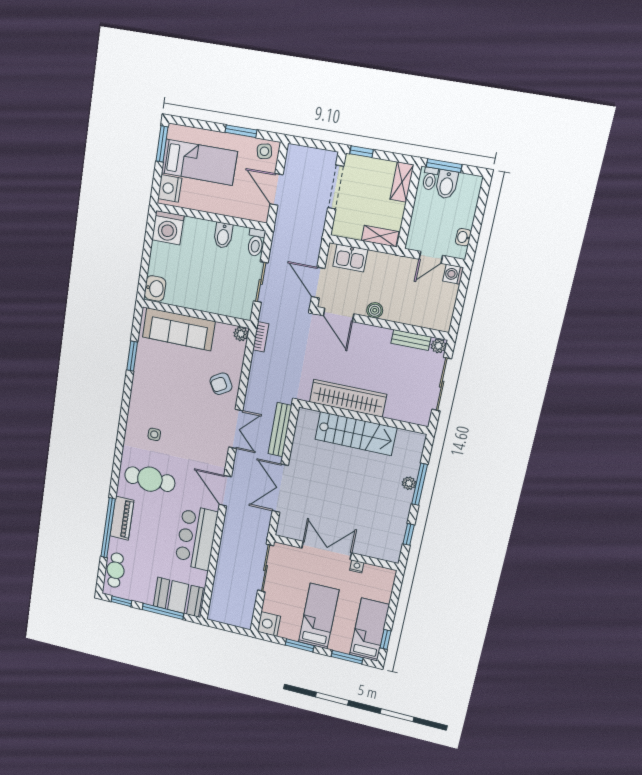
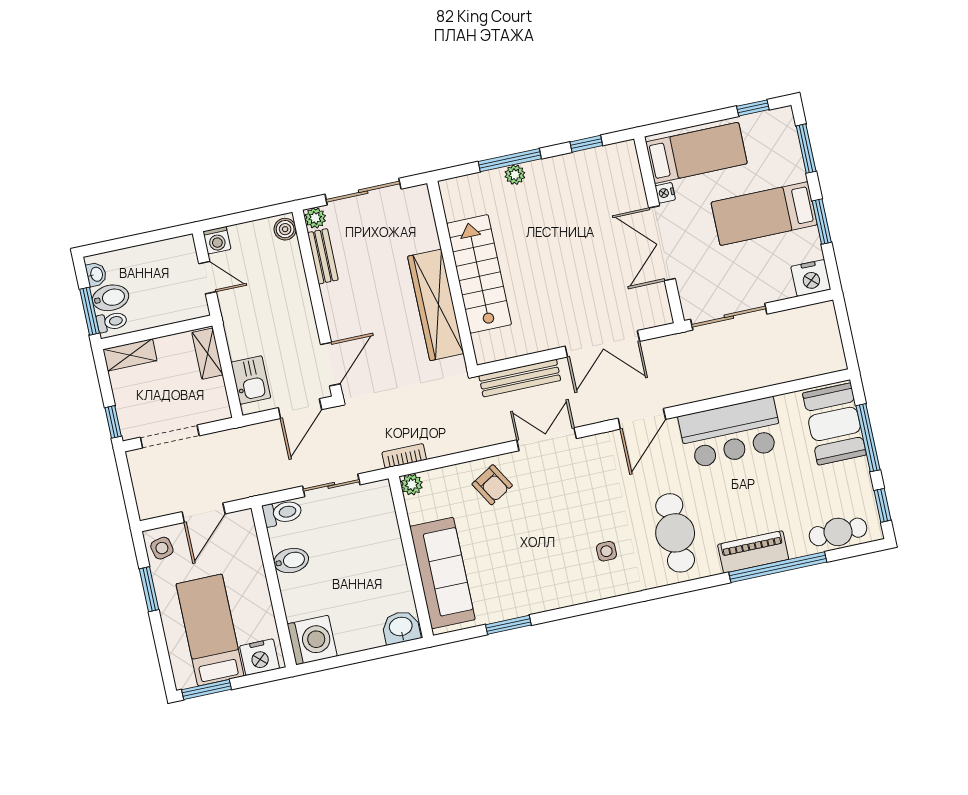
washbasin: (463, 237) -> (96, 274), moved, turned -90
boiler: (375, 310) -> (285, 229), moved
bed: (369, 630) -> (696, 153), moved, turned 180

